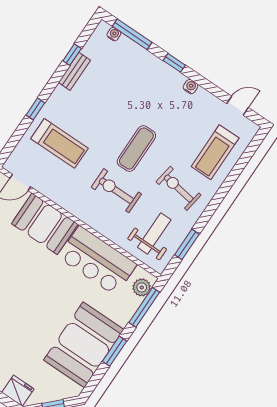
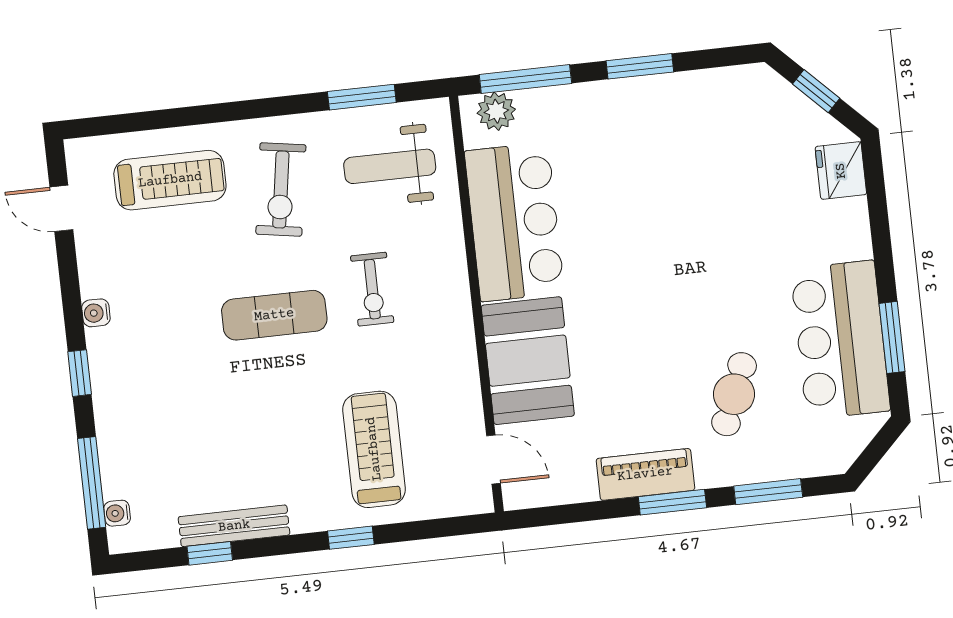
bench: (74, 71) -> (234, 526), width x1.36
exercise bike: (116, 191) -> (372, 289), width x0.73, depth x0.72
booth: (84, 345) -> (673, 126), removed

